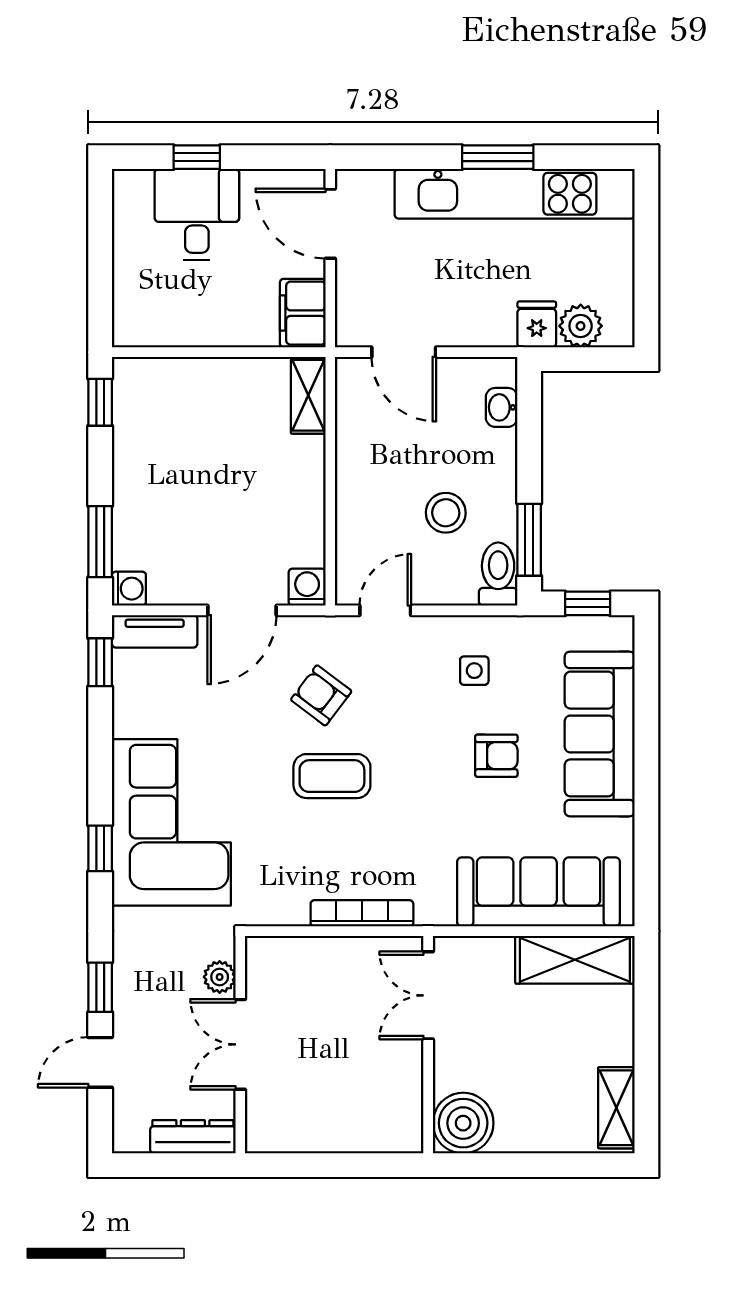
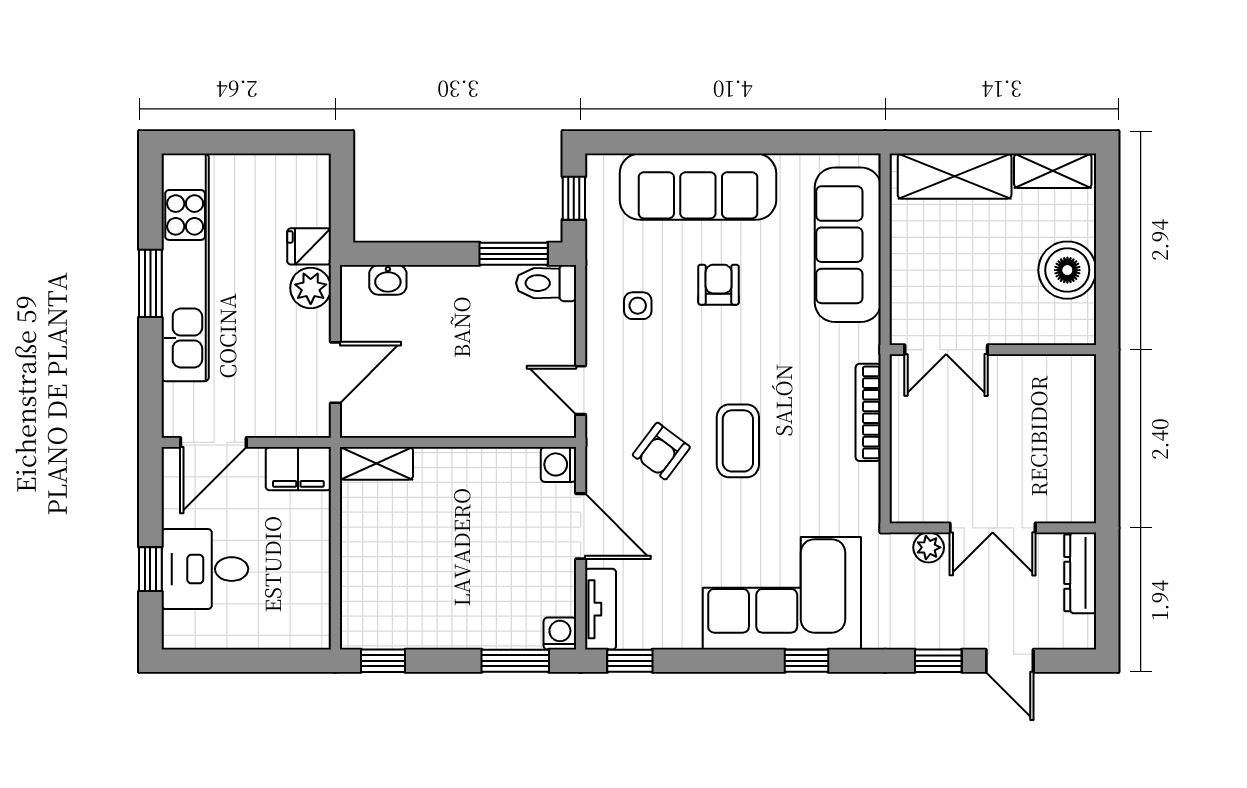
plant: (581, 326) -> (311, 288), moved
stool: (446, 513) -> (488, 333), removed
shelving: (575, 960) -> (955, 176), moved, turned 90
boiler: (463, 1123) -> (1067, 270), moved

